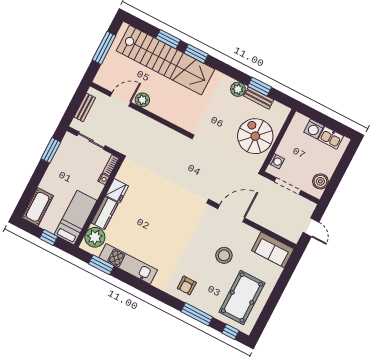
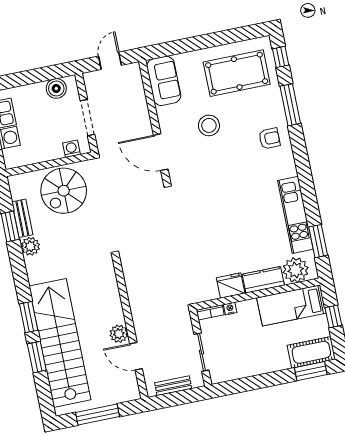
window: (51, 150) -> (311, 371), moved

